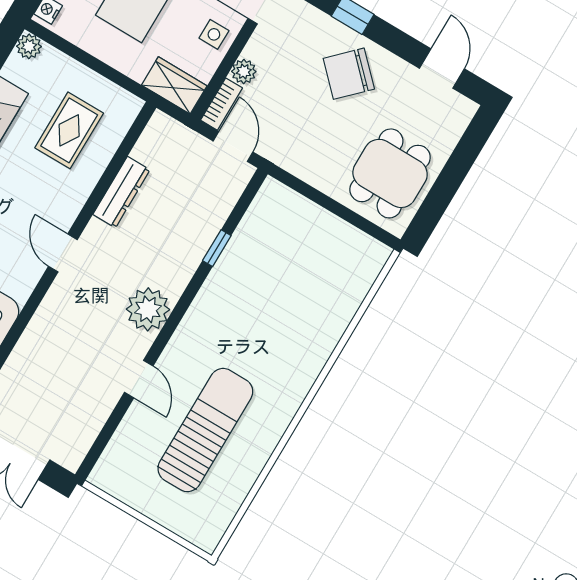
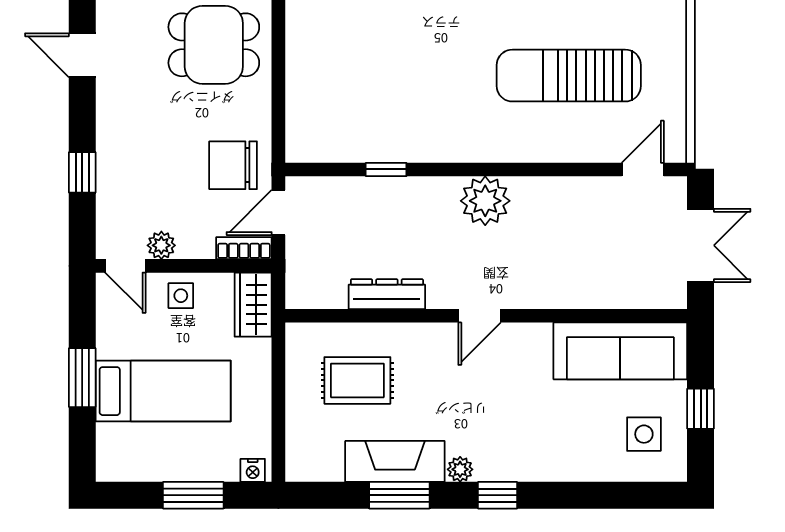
plant: (29, 46) -> (299, 468), removed
door: (442, 68) -> (82, 55), hinge flipped
plant: (244, 72) -> (161, 245), moved
chair: (349, 74) -> (233, 165), moved, turned 135
door: (139, 379) -> (643, 169), moved

